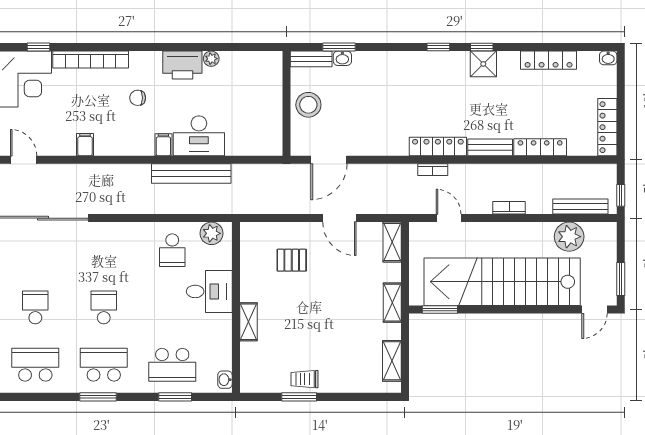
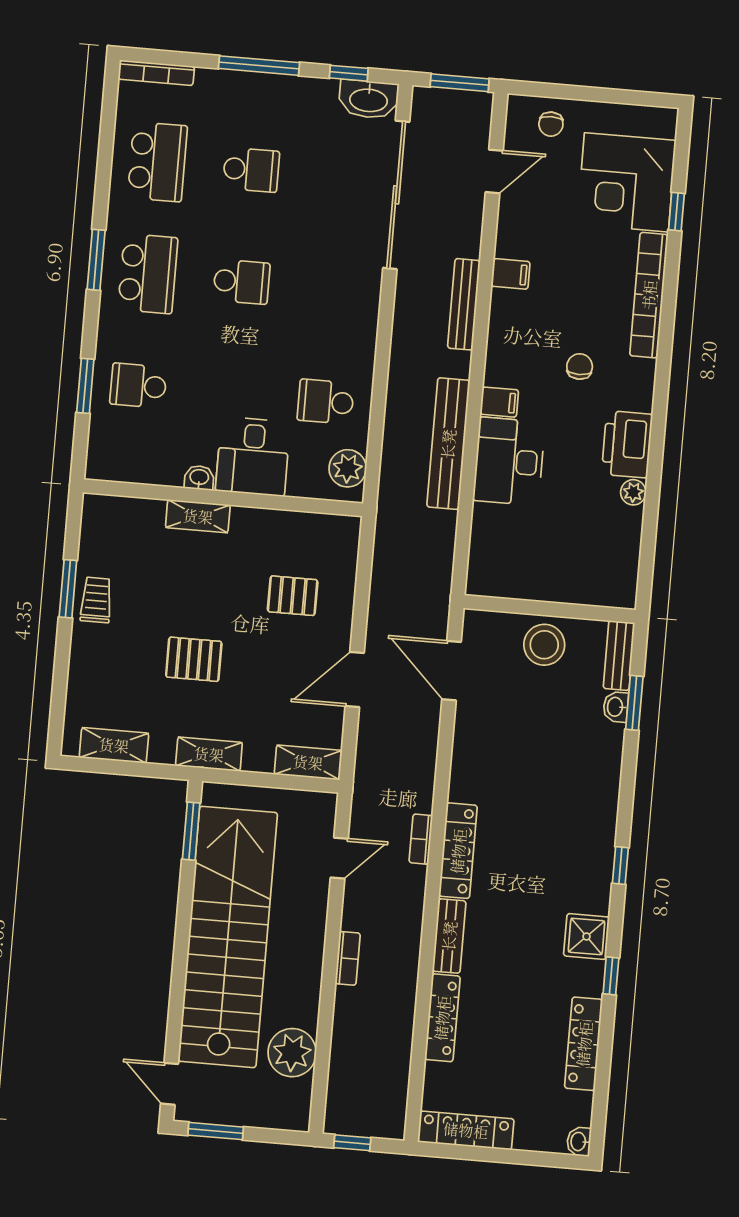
window: (482, 47) -> (611, 976), moved
bench: (580, 207) -> (464, 304), moved
pallet: (292, 260) -> (293, 596), turned 90
pallet: (335, 317) -> (194, 659), added
school desk: (172, 365) -> (138, 386), width x0.54
washbasin: (225, 380) -> (199, 478), moved

